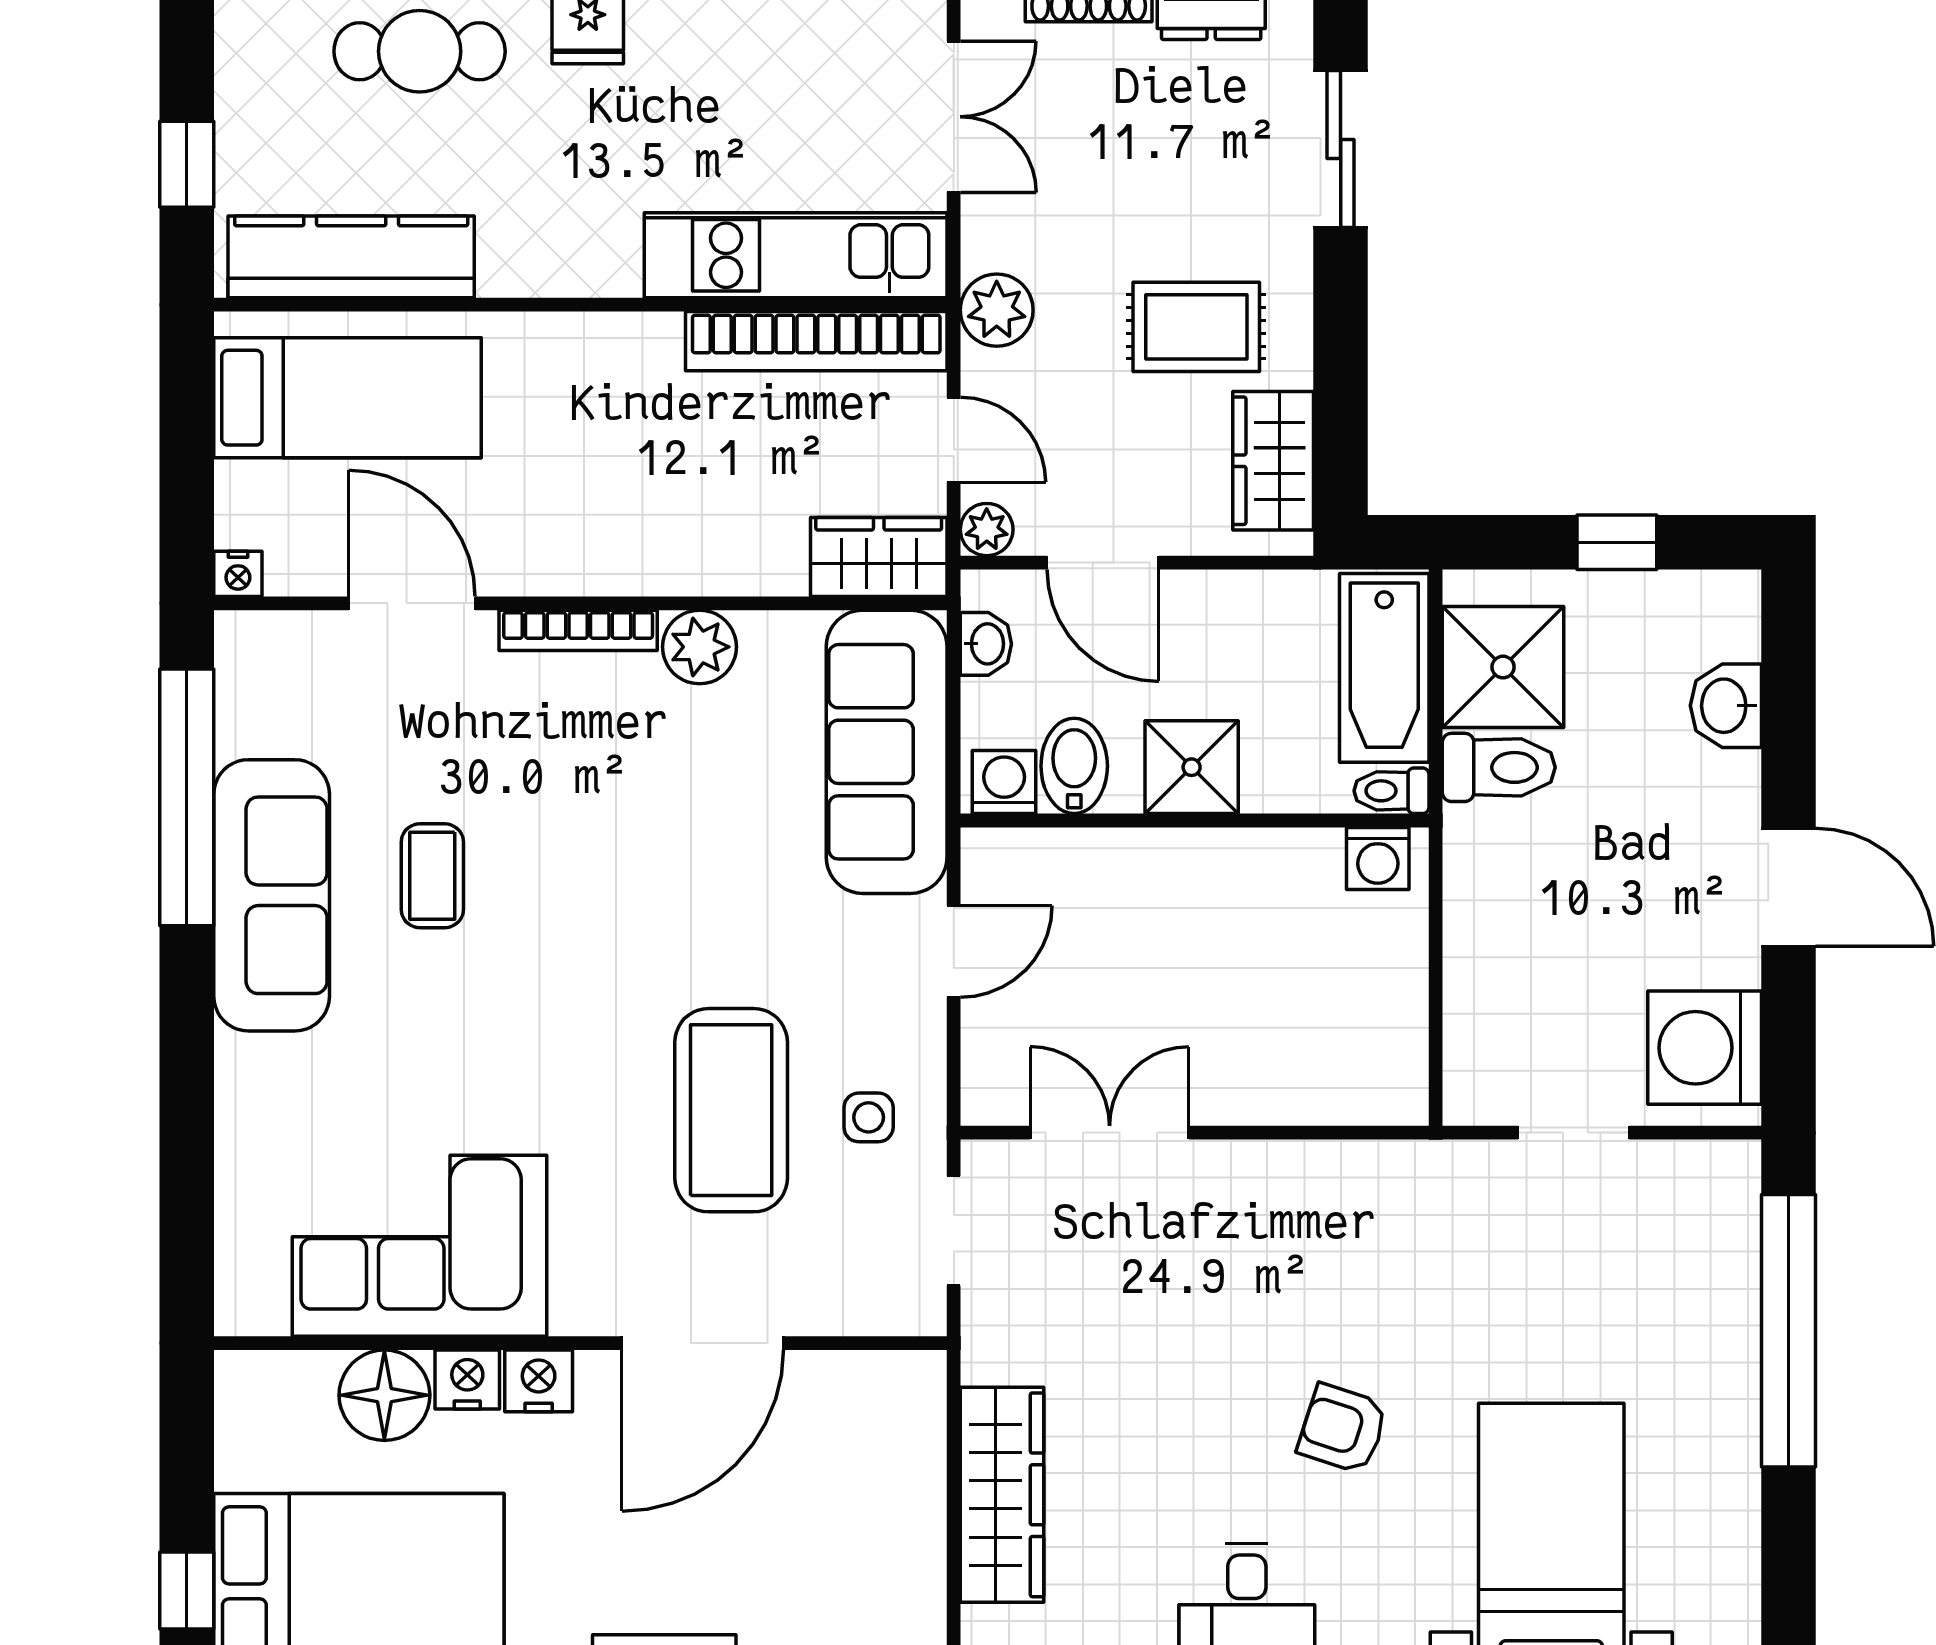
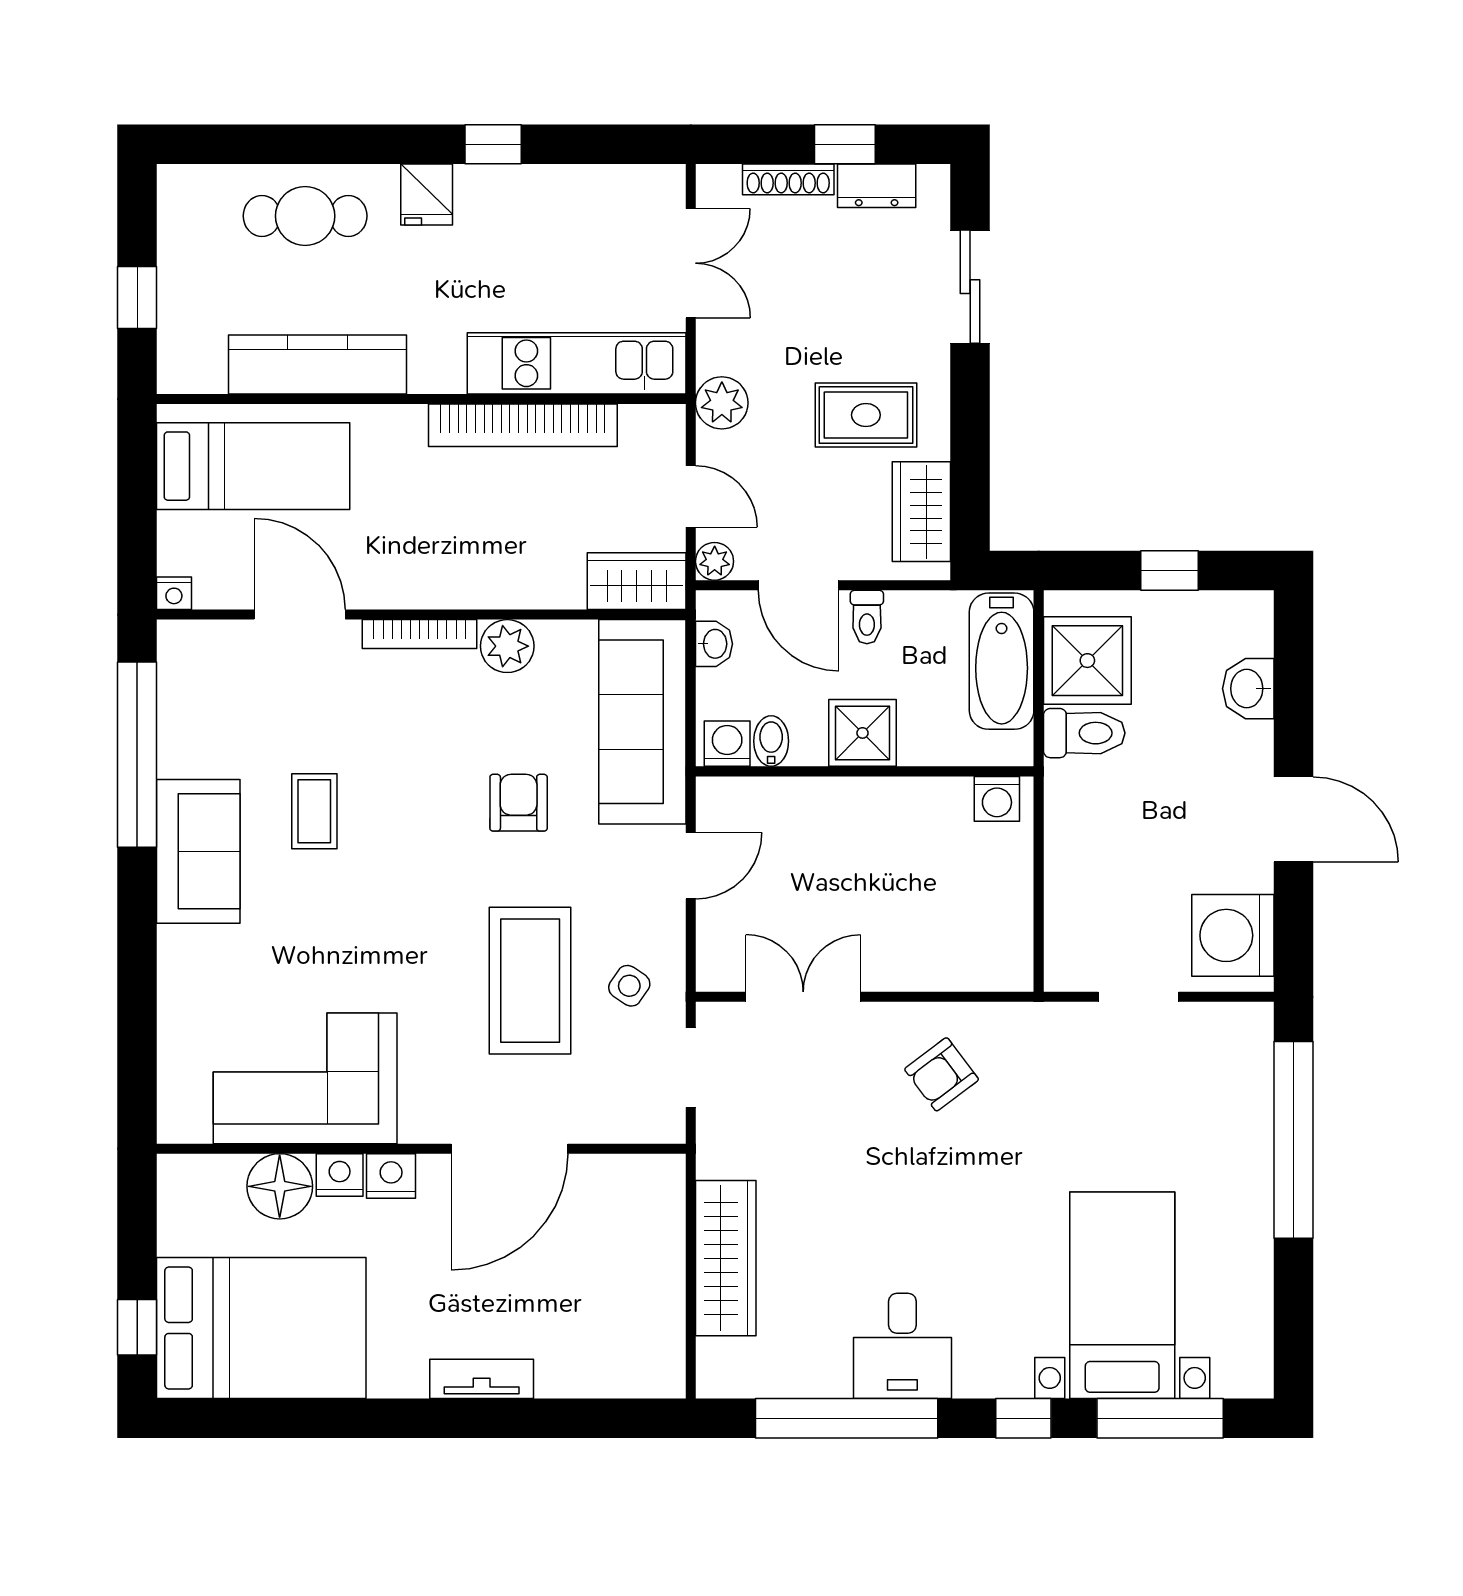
kitchen counter: (351, 257) -> (317, 364), moved
bookcase: (816, 341) -> (523, 425), moved
bidet: (1074, 766) -> (771, 741), width x0.72, depth x0.74
toilet: (1391, 791) -> (867, 617), moved, turned -90
armchair: (715, 864) -> (519, 803), added
sofa: (272, 895) -> (198, 851), width x0.73
side table: (869, 1117) -> (629, 986), turned 34
armchair: (1343, 1429) -> (942, 1074), moved, turned -55

